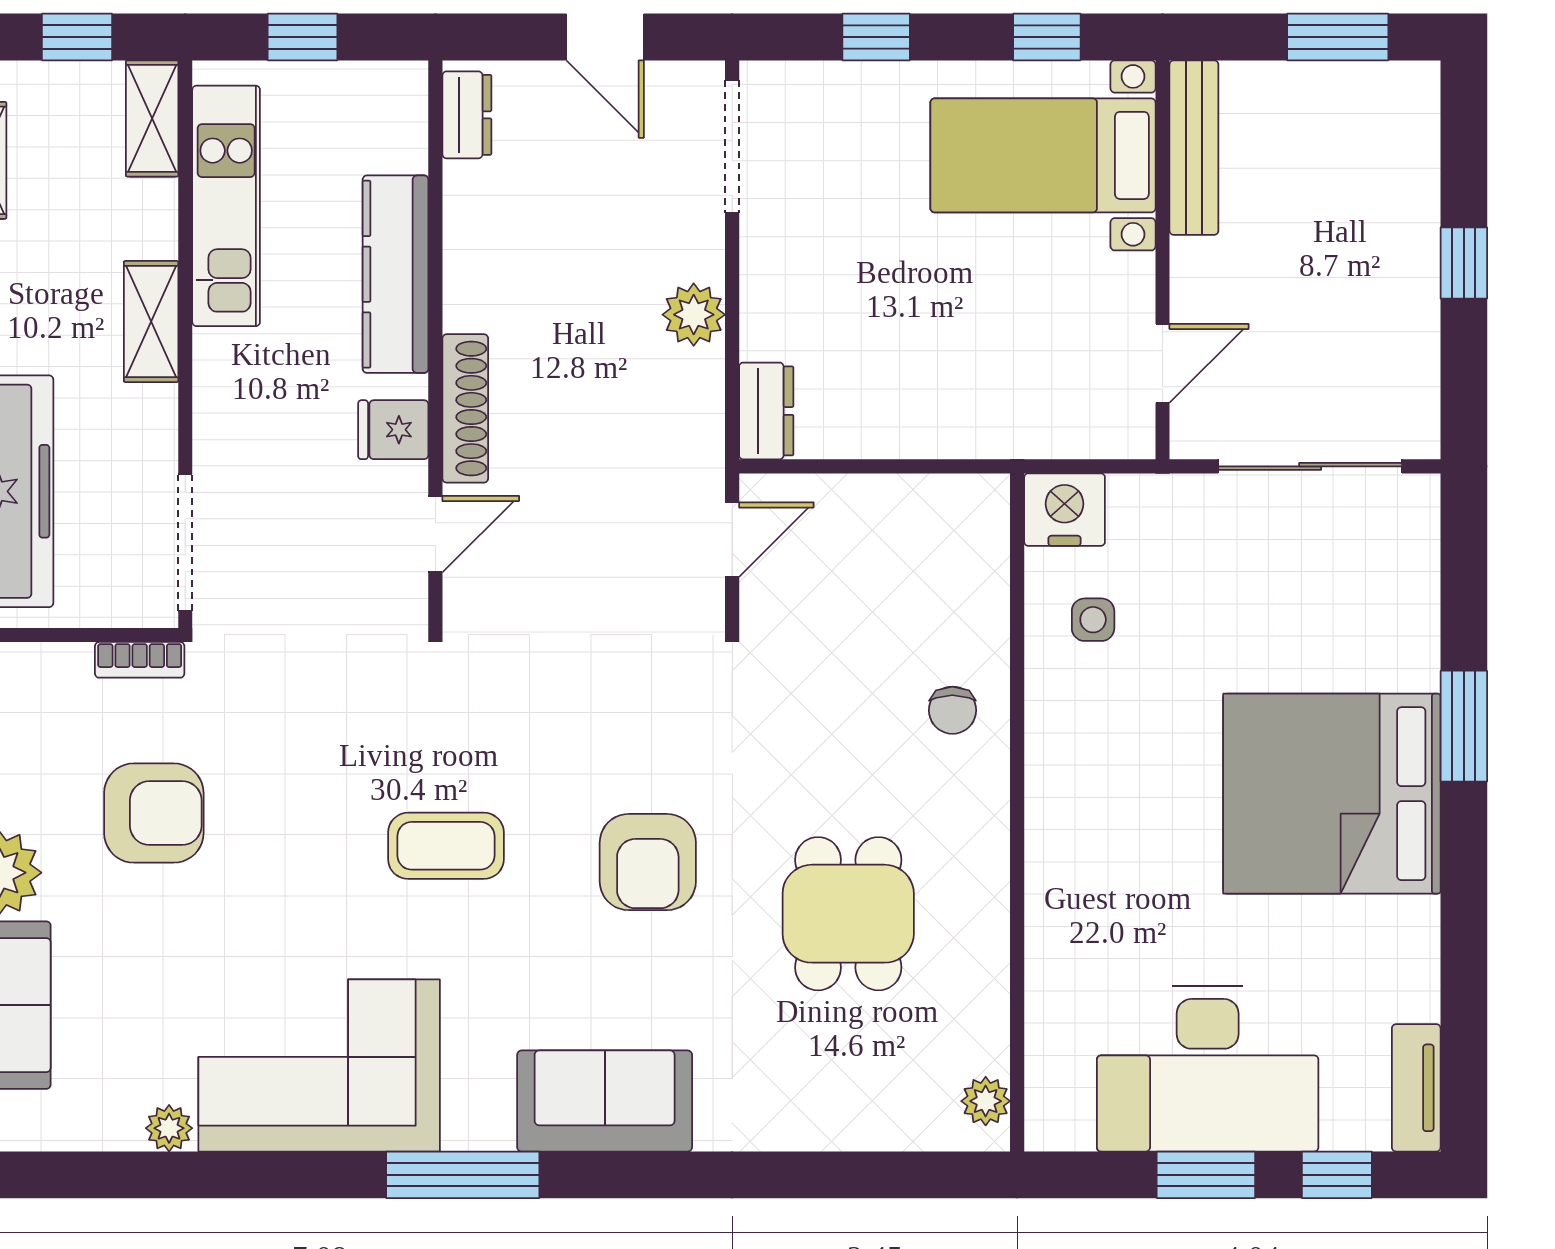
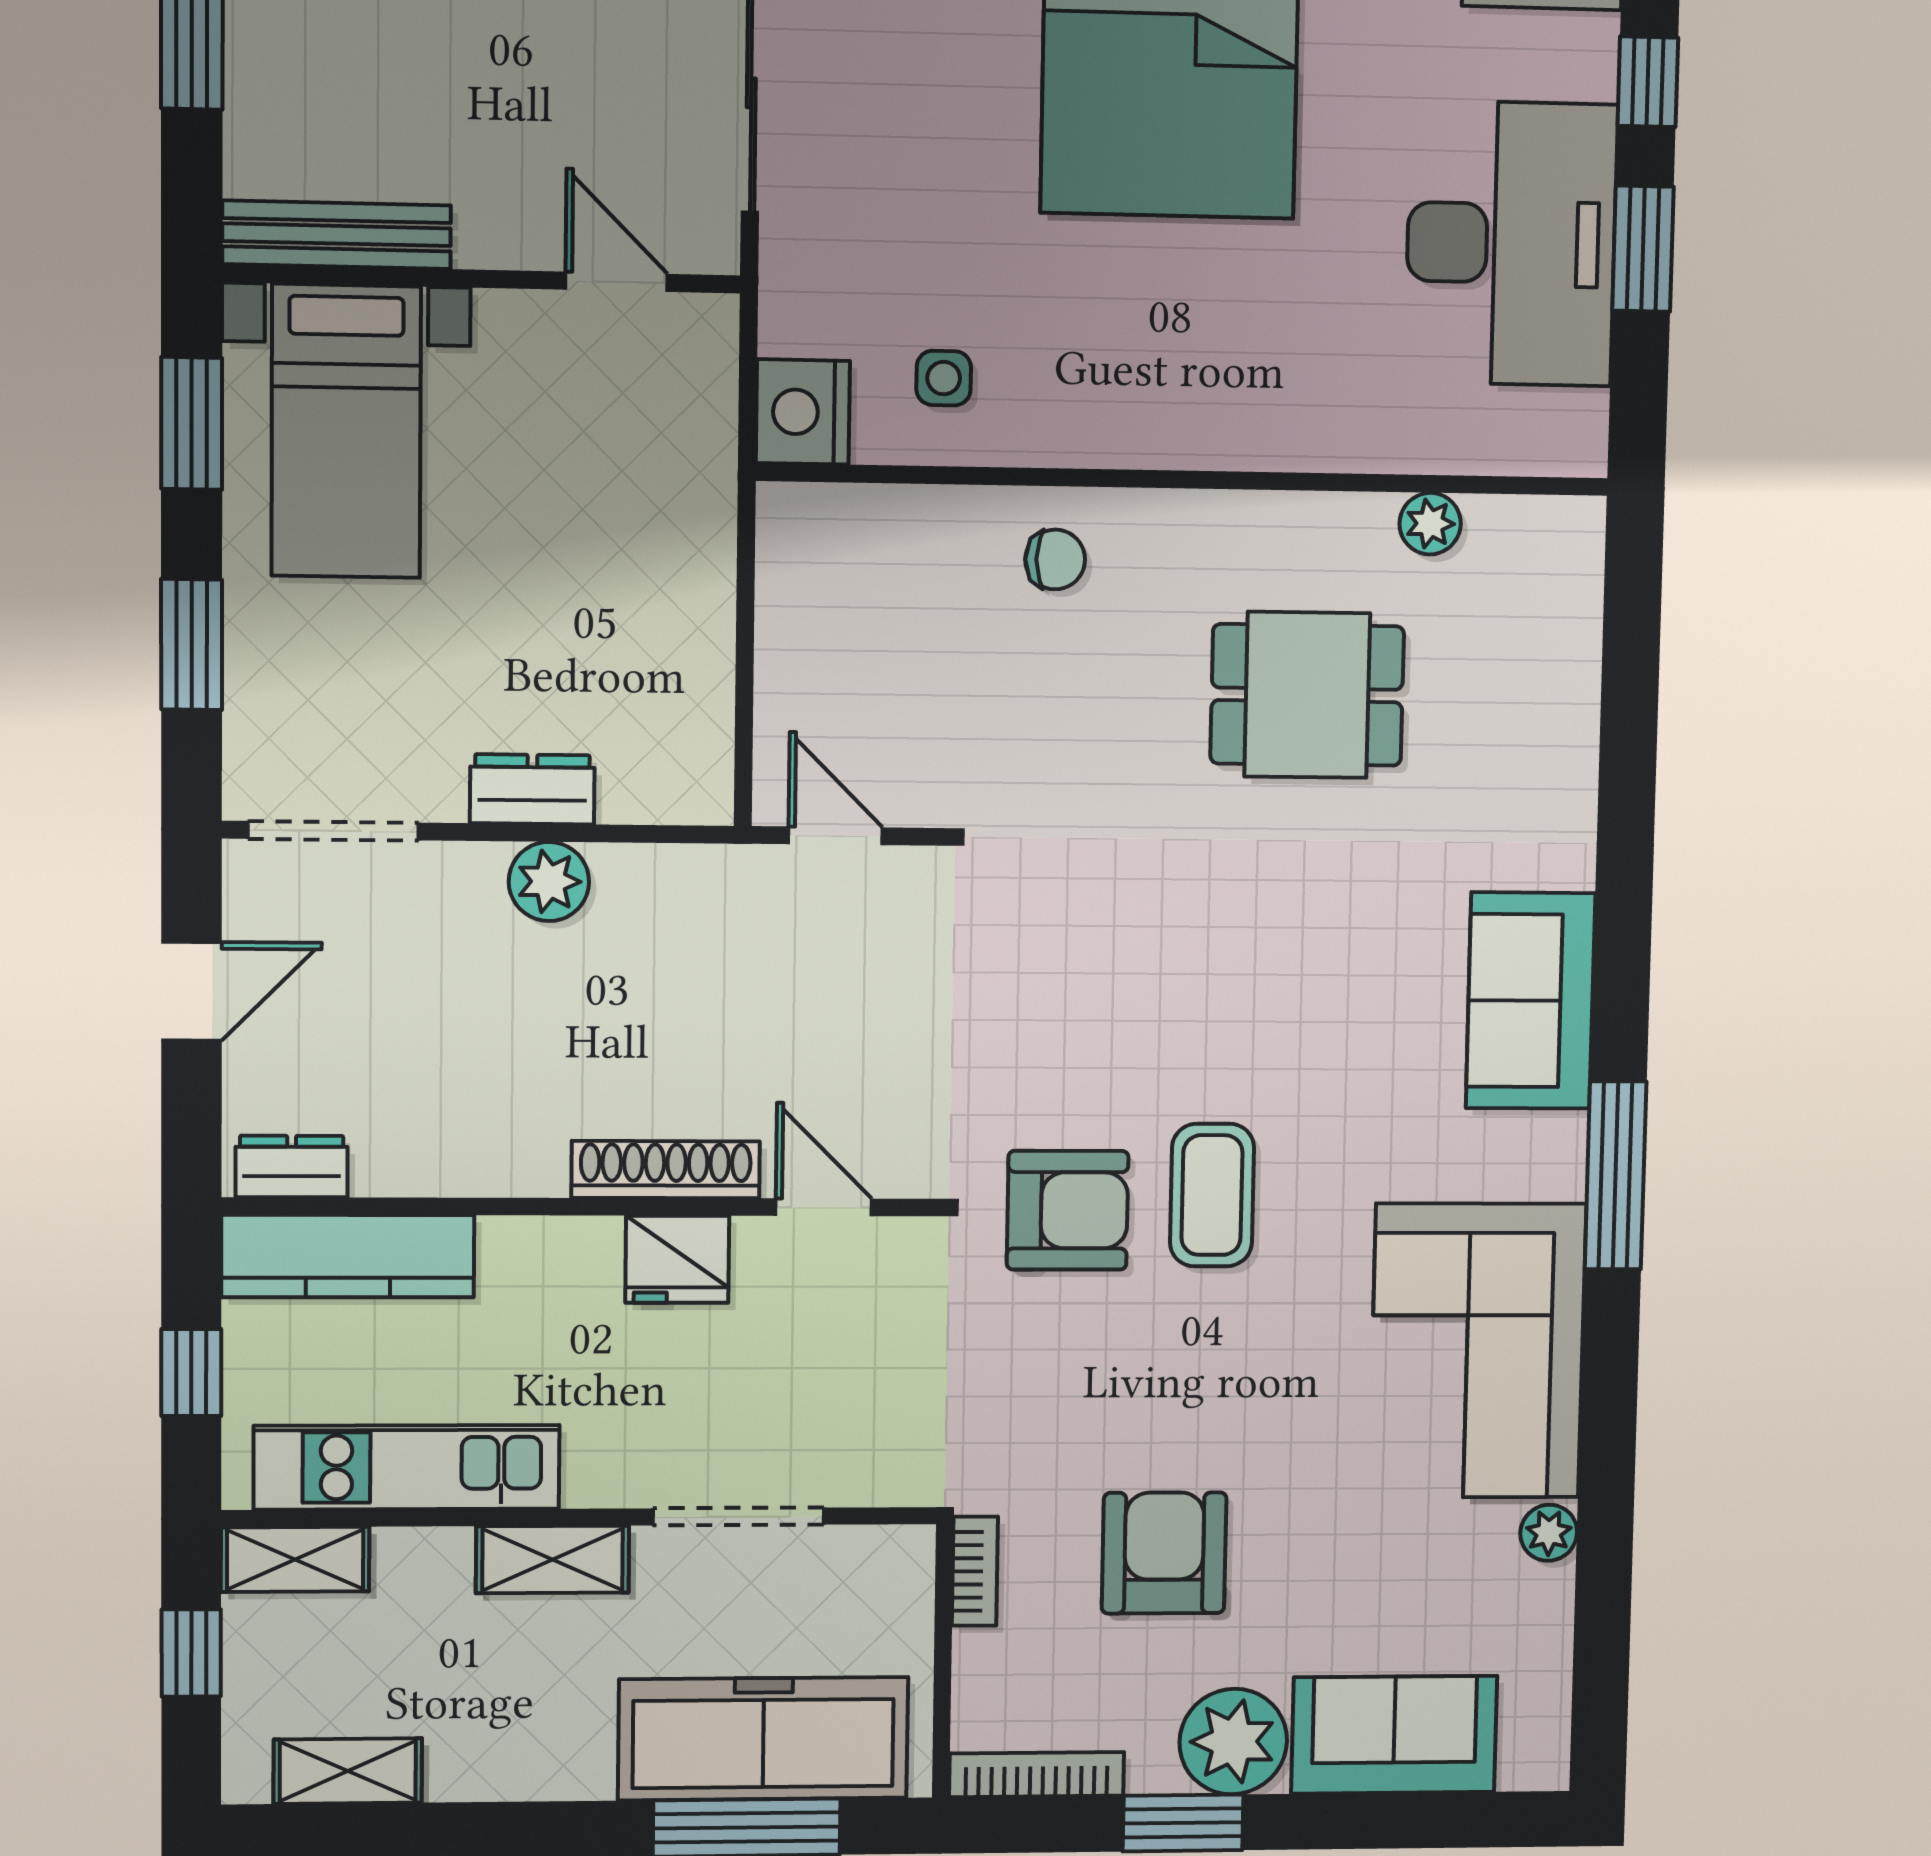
window: (876, 37) -> (192, 644), width x1.50
window: (1047, 37) -> (192, 423), width x1.50
kitchen counter: (395, 274) -> (348, 1256), moved
dresser: (766, 411) -> (532, 789), moved
fridge: (393, 430) -> (677, 1259), width x1.38
doorway: (185, 542) -> (738, 1516), moved
armchair: (648, 862) -> (1068, 1210), moved
plant: (986, 1101) -> (1430, 524), moved

